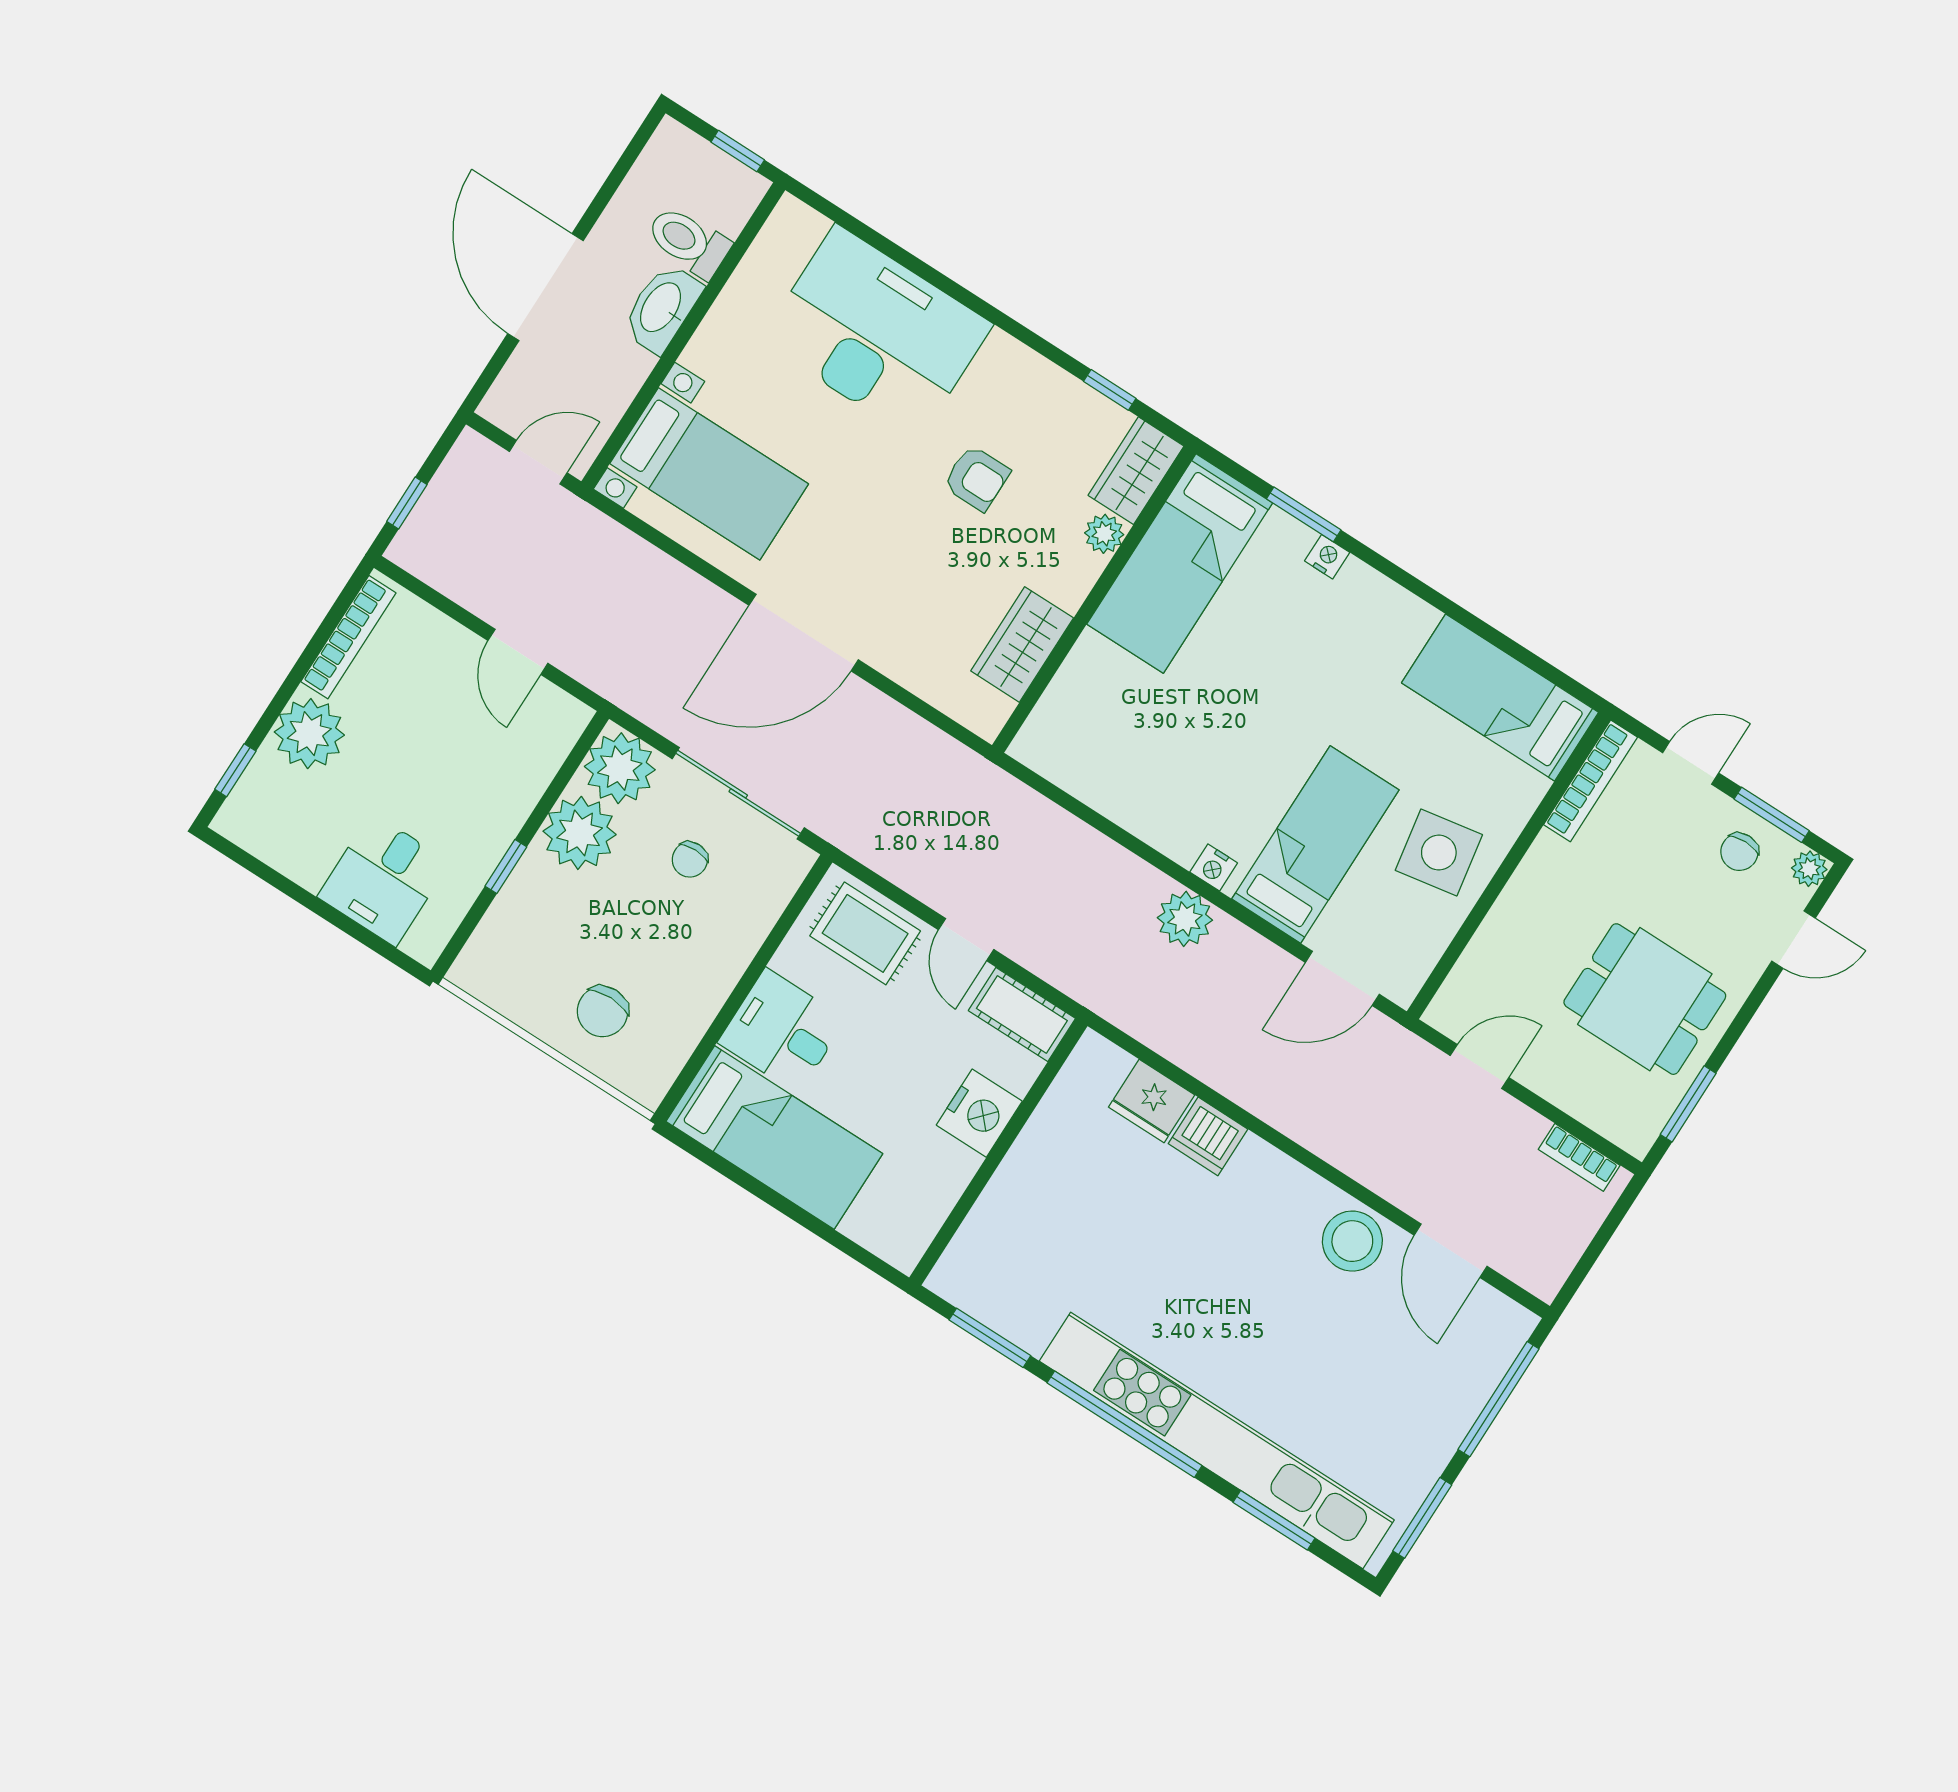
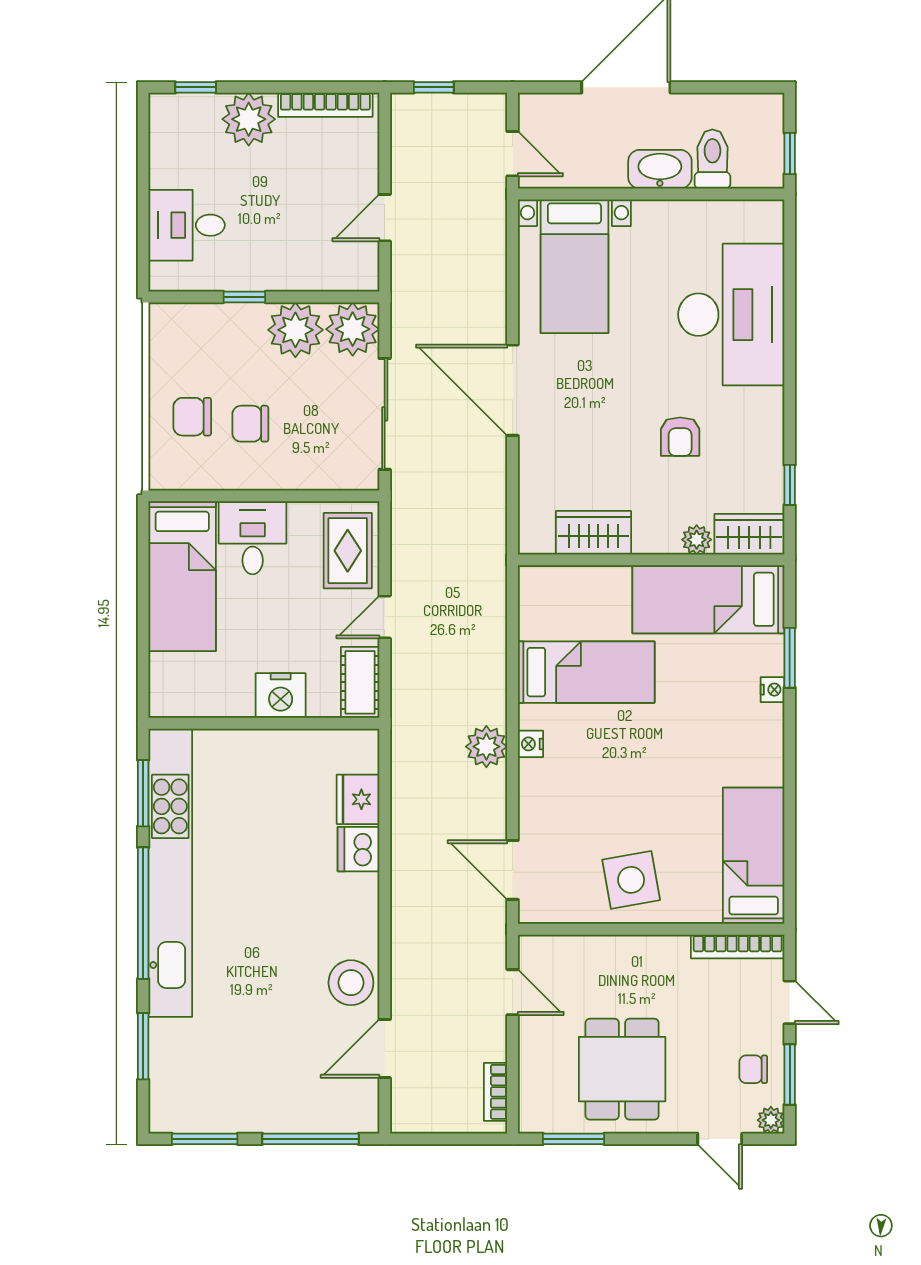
bed: (1315, 844) -> (586, 672), moved
chair: (690, 860) -> (250, 424), moved, width x1.37, depth x1.37
kitchen unit: (1217, 1440) -> (170, 873), moved

